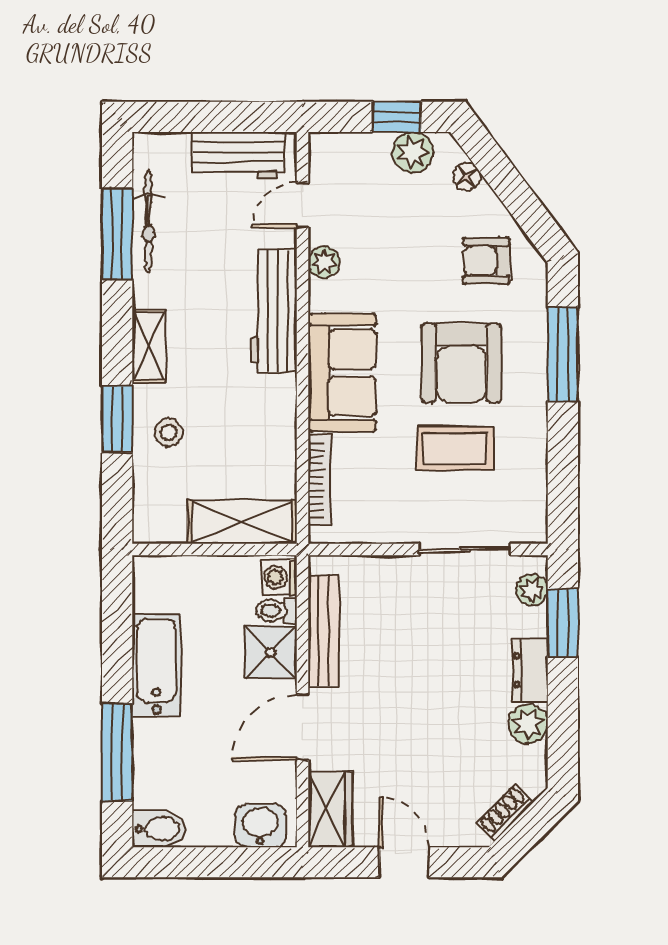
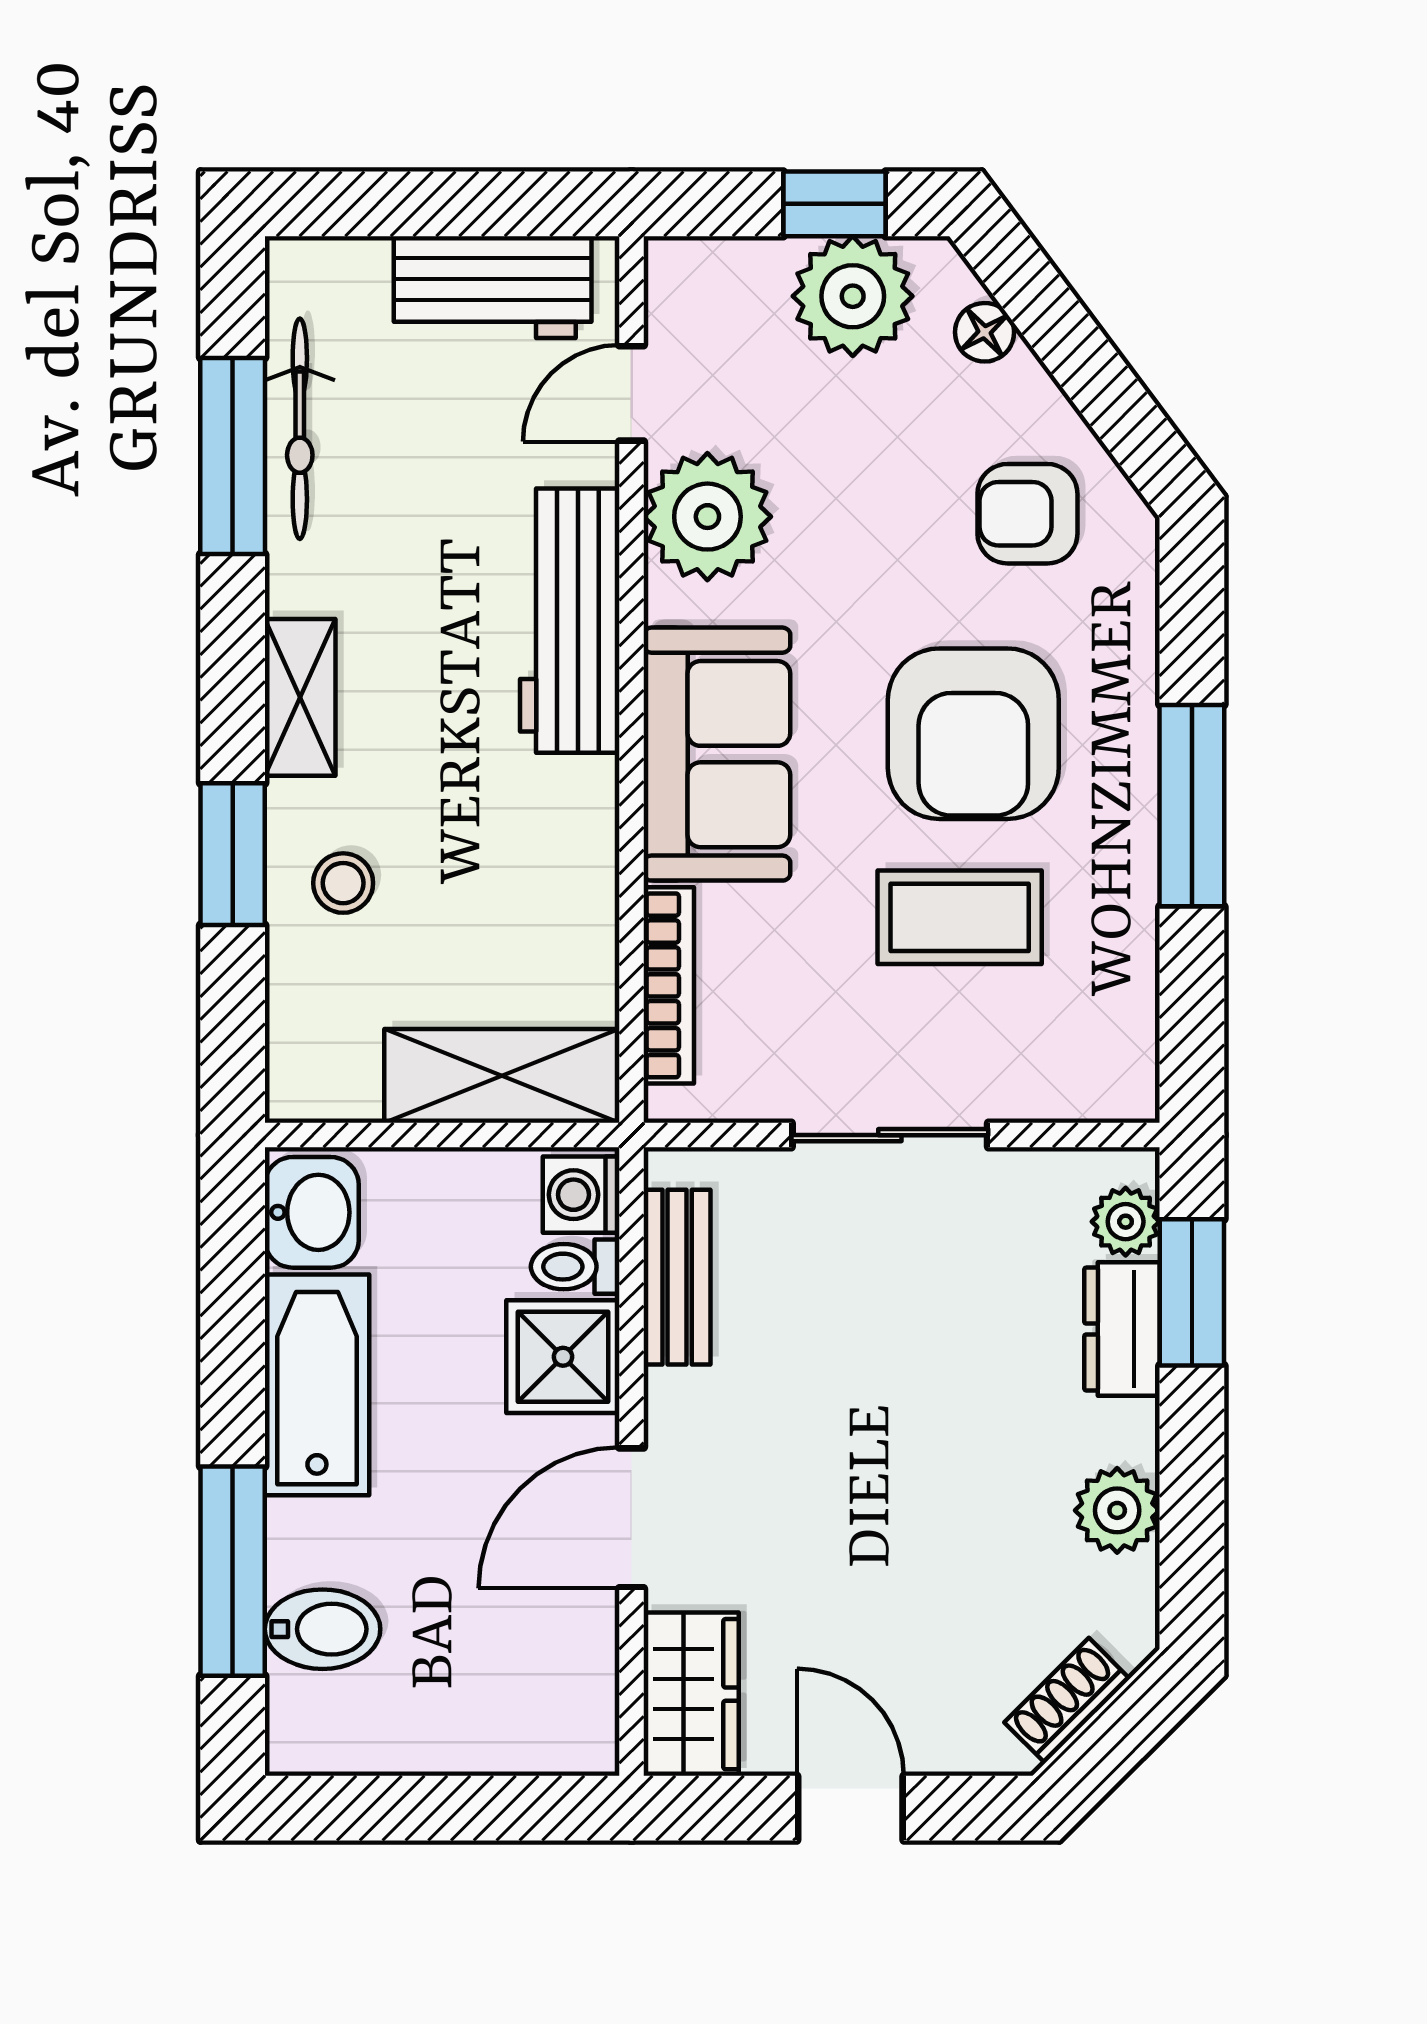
plant: (413, 152) -> (853, 296), width x1.36, depth x1.36
plant: (324, 262) -> (707, 517), width x1.88, depth x1.88
window: (563, 354) -> (1192, 806), moved
sliding door: (465, 550) -> (890, 1135), moved
bench: (324, 630) -> (677, 1277), width x0.73
dresser: (530, 670) -> (1122, 1329), moved
washbasin: (261, 825) -> (312, 1212), moved, turned 90
bidet: (159, 829) -> (323, 1629), moved

